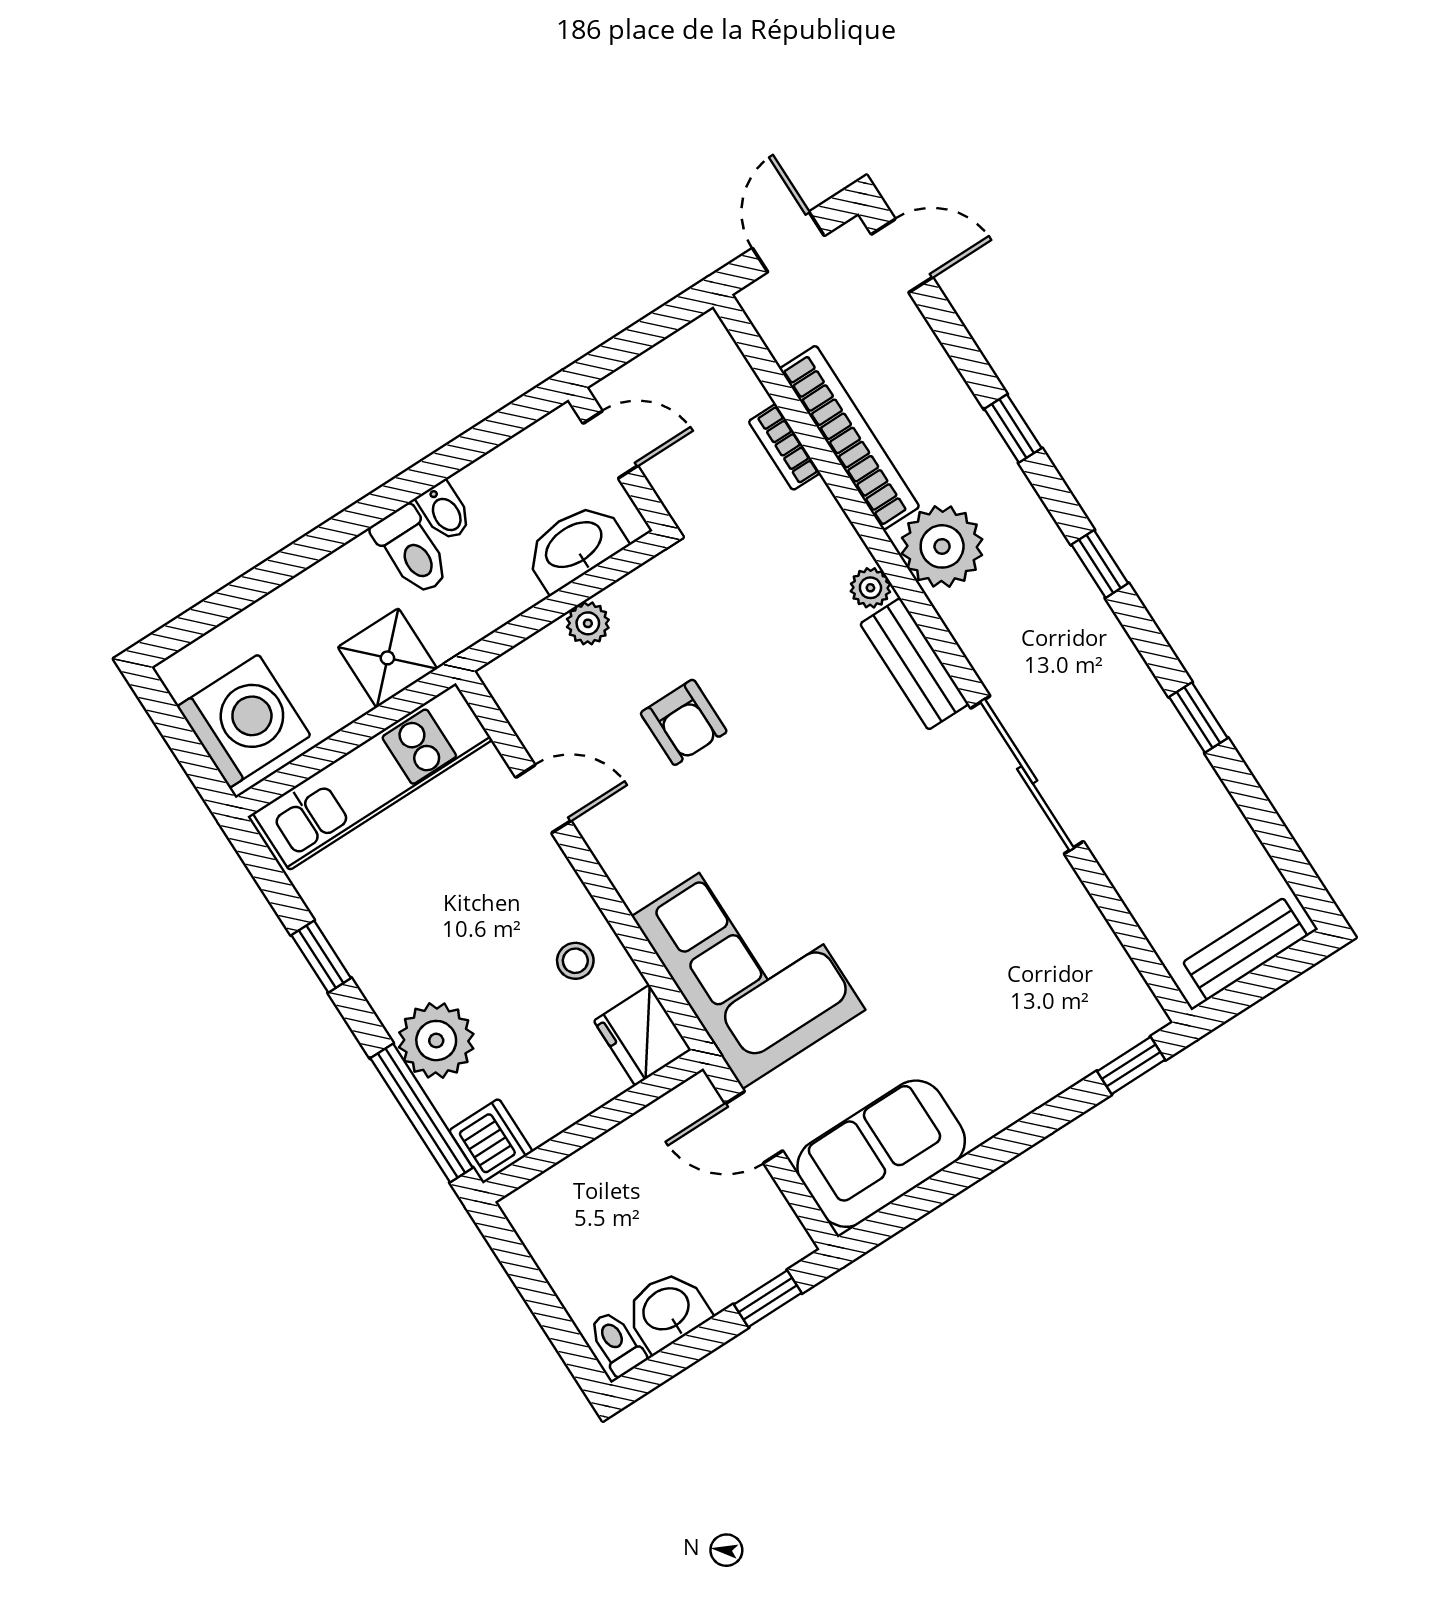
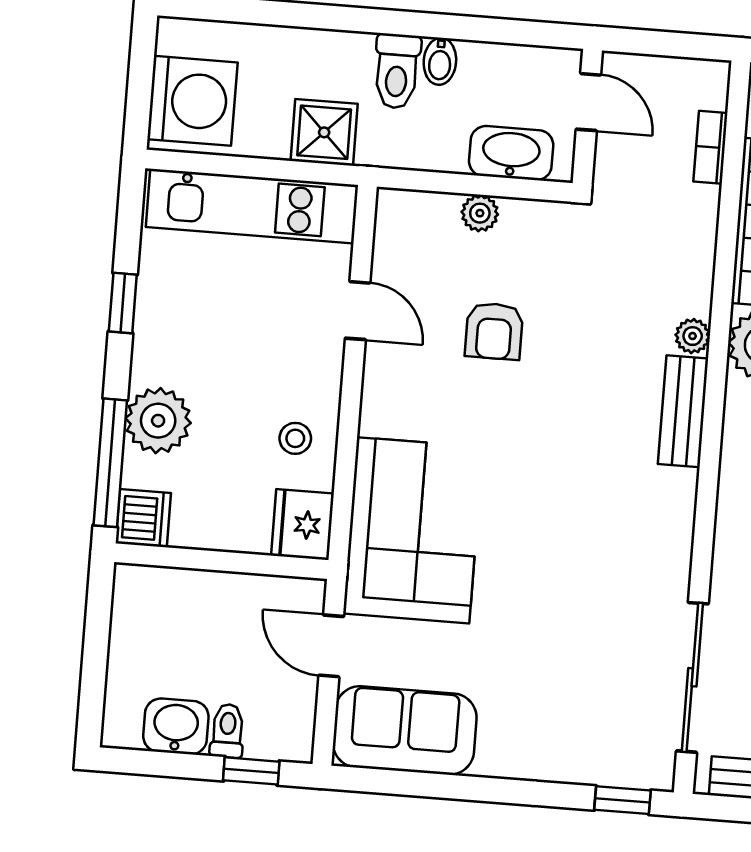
bookcase: (784, 447) -> (710, 147), moved
sliding door: (1027, 775) -> (692, 677), moved
toilet: (617, 1343) -> (227, 731), moved

